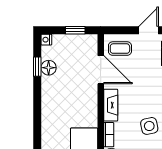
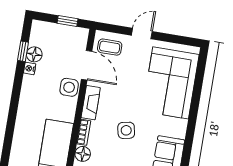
nightstand: (46, 40) -> (30, 68), moved
side table: (87, 94) -> (69, 87), added

